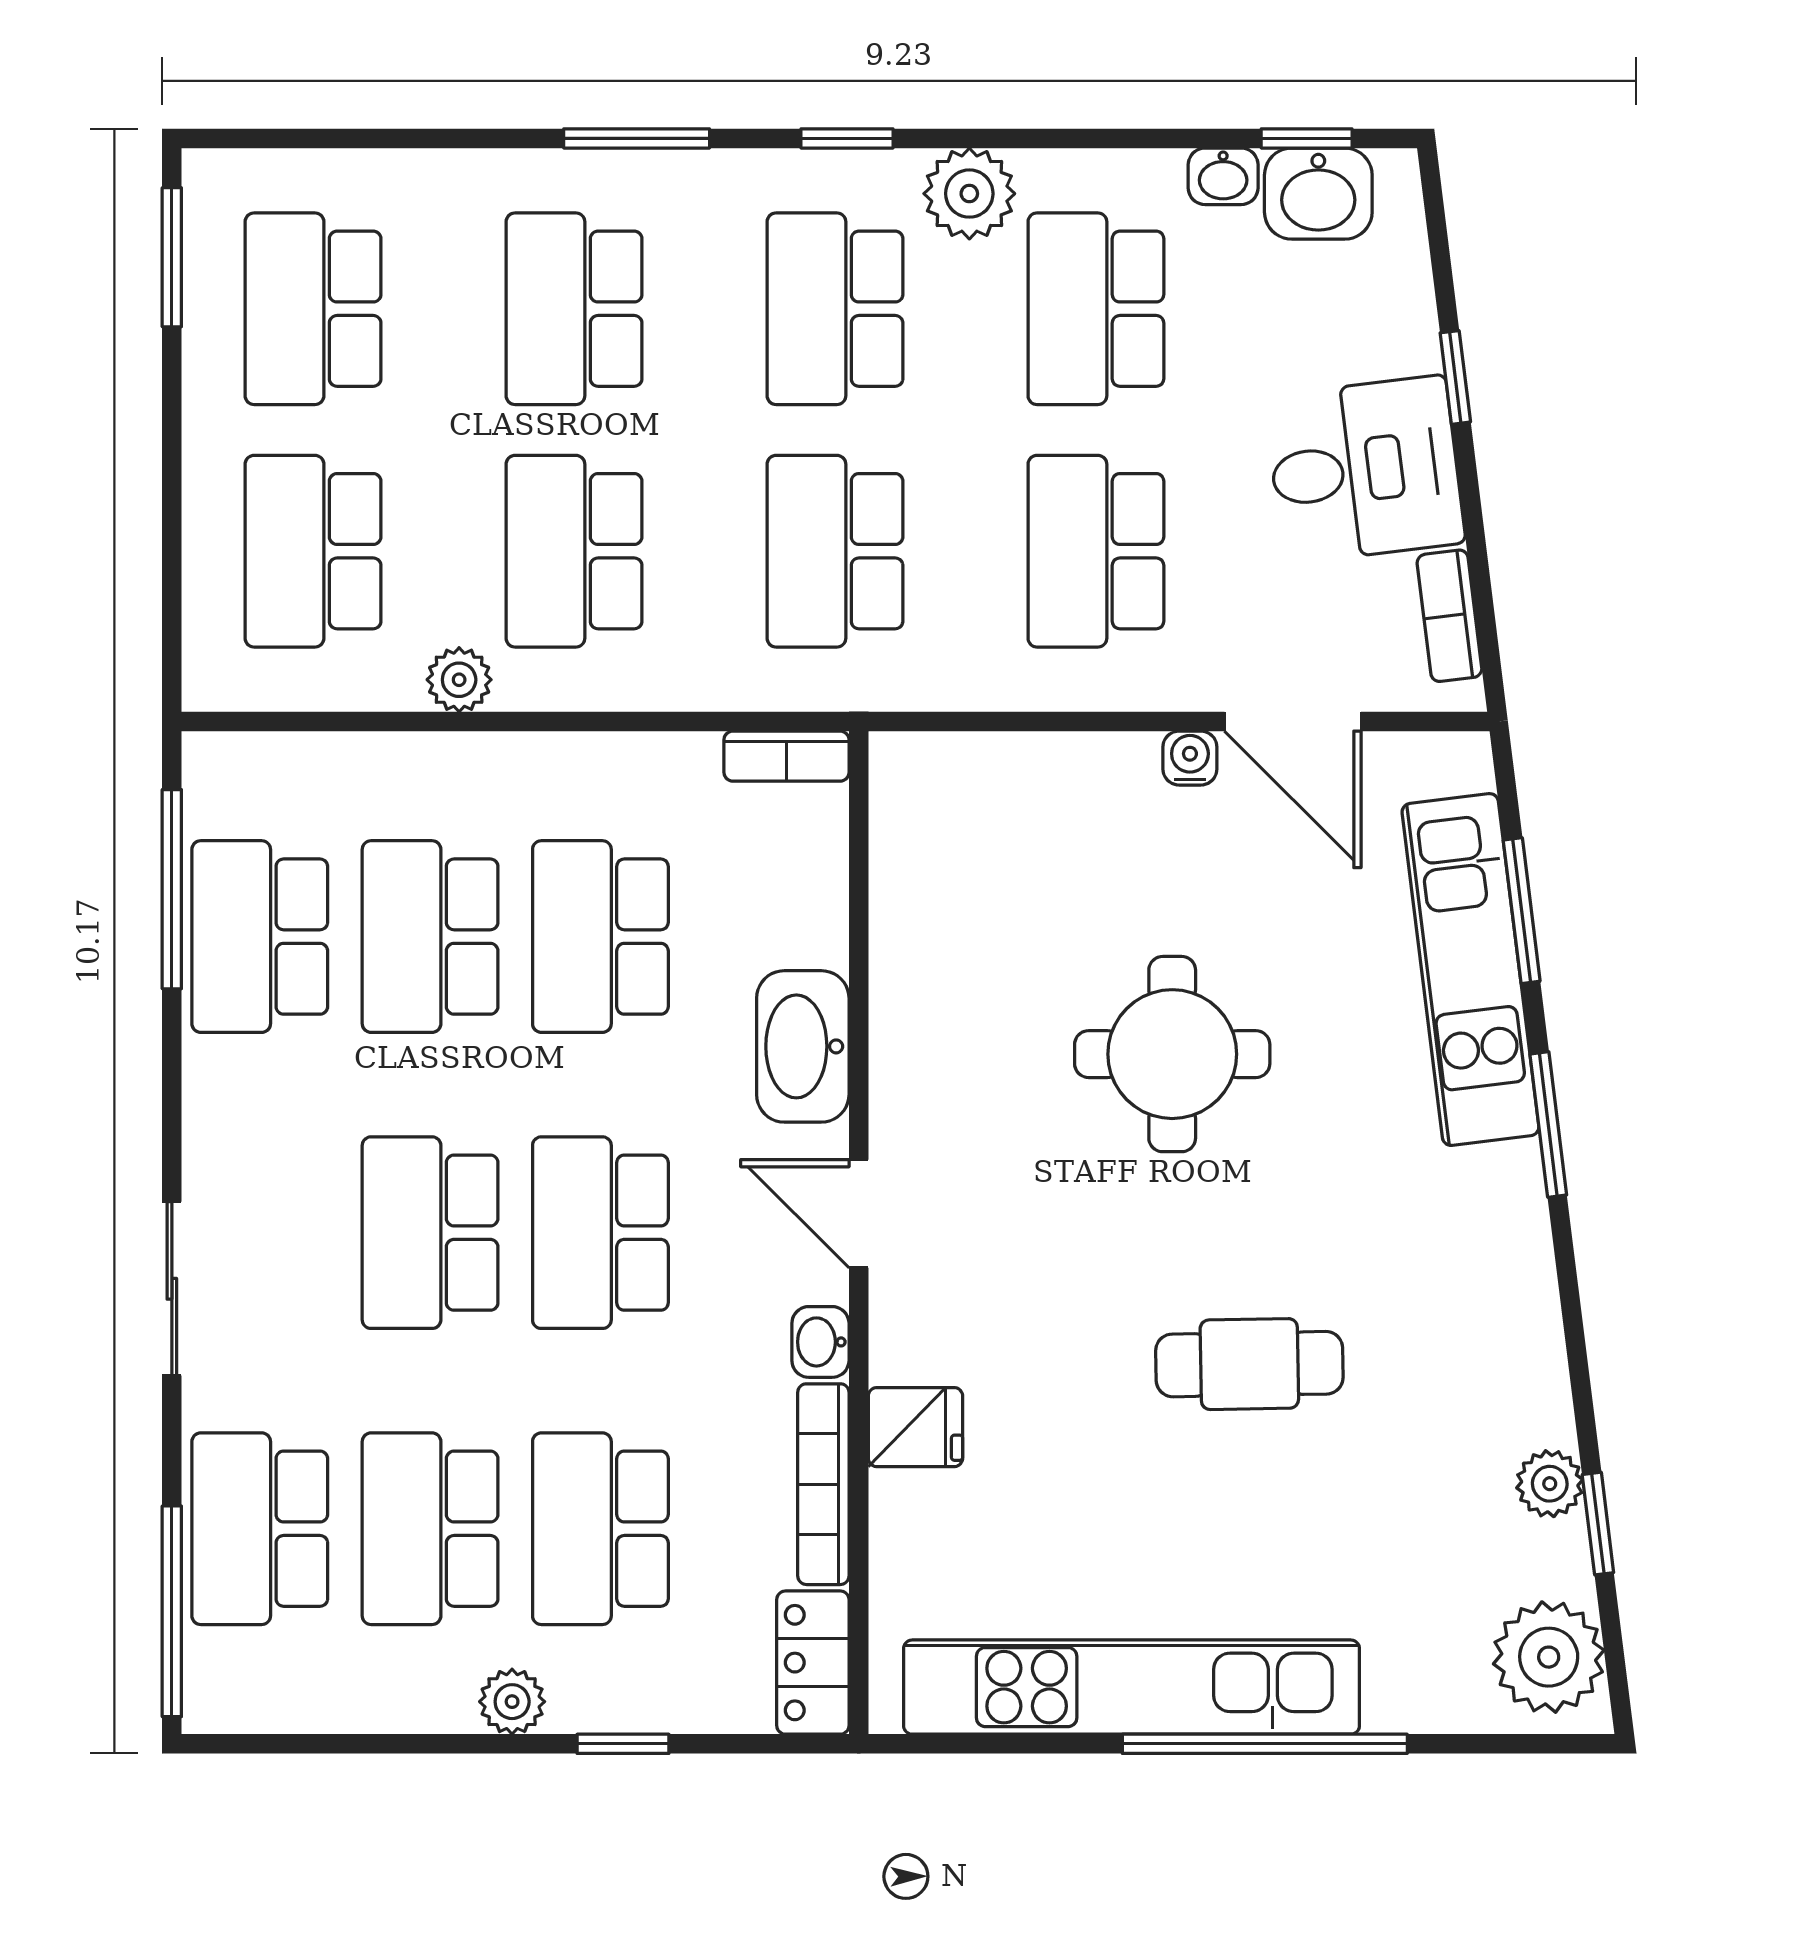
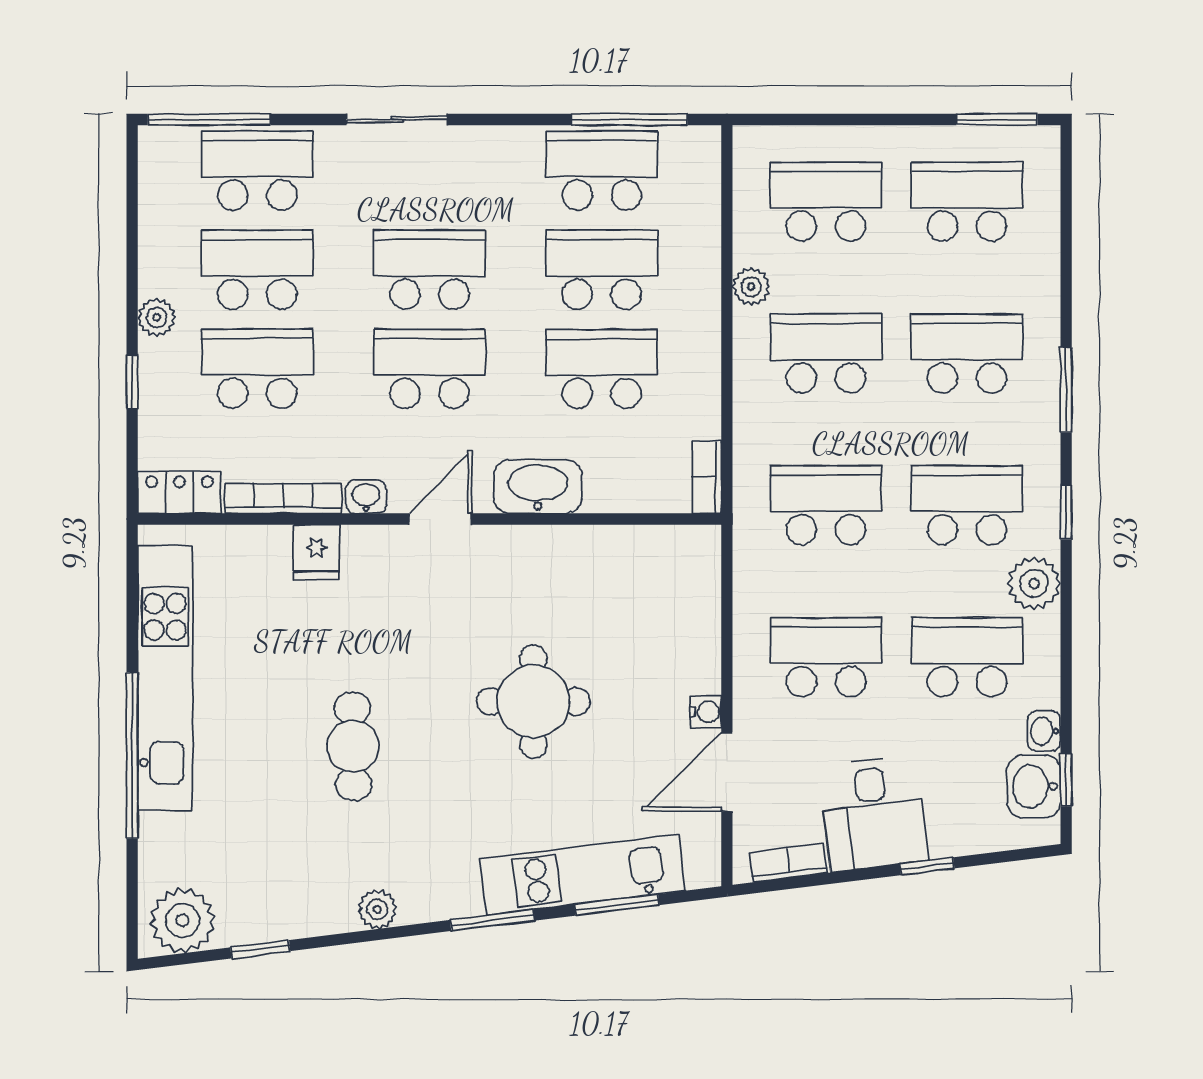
plant: (1550, 1484) -> (377, 909), moved

